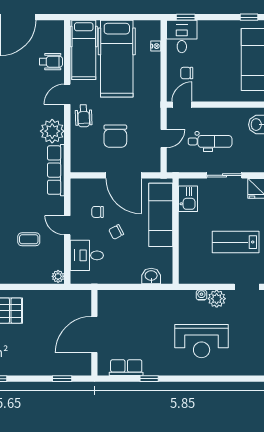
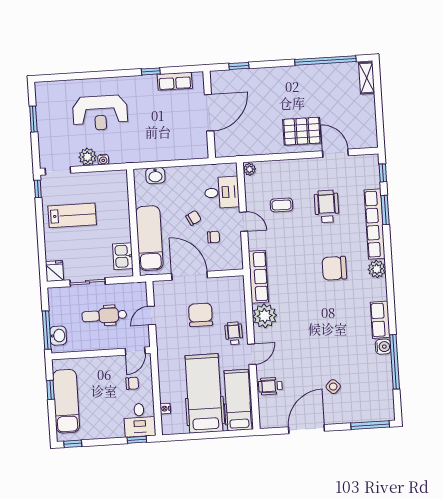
reception desk: (202, 341) -> (100, 113), turned 180

